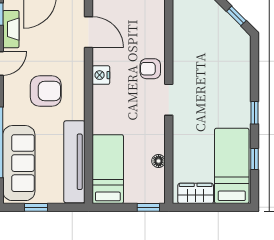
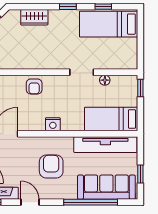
nightstand: (101, 75) -> (53, 124), moved
doorway: (169, 100) -> (82, 72), moved
wardrobe: (196, 193) -> (34, 17), moved, turned -90

